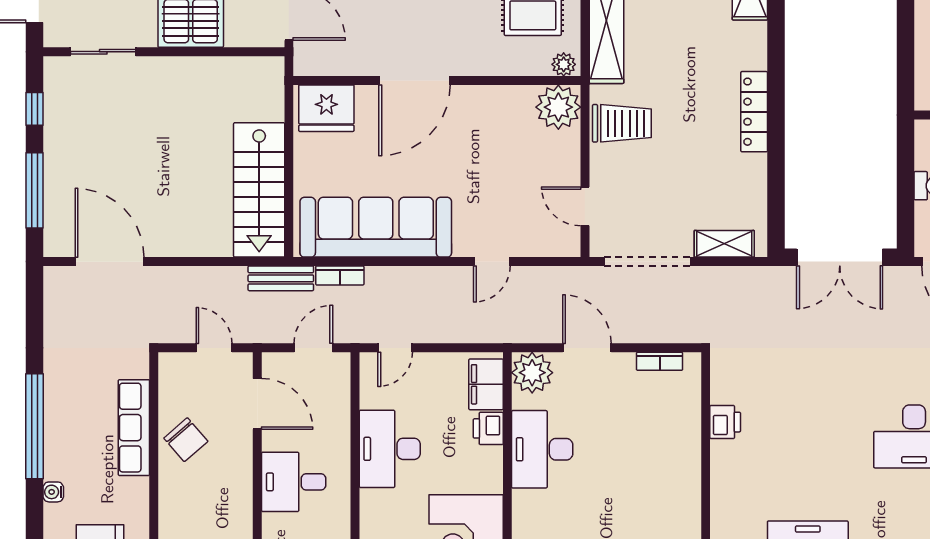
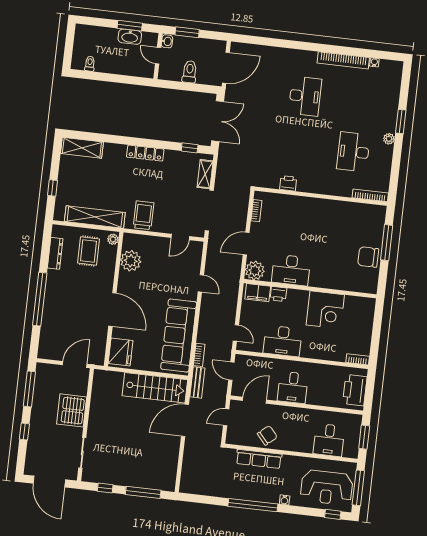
plant: (558, 107) -> (131, 261), moved
window: (776, 204) -> (190, 148), added
door: (110, 262) -> (185, 420), moved

